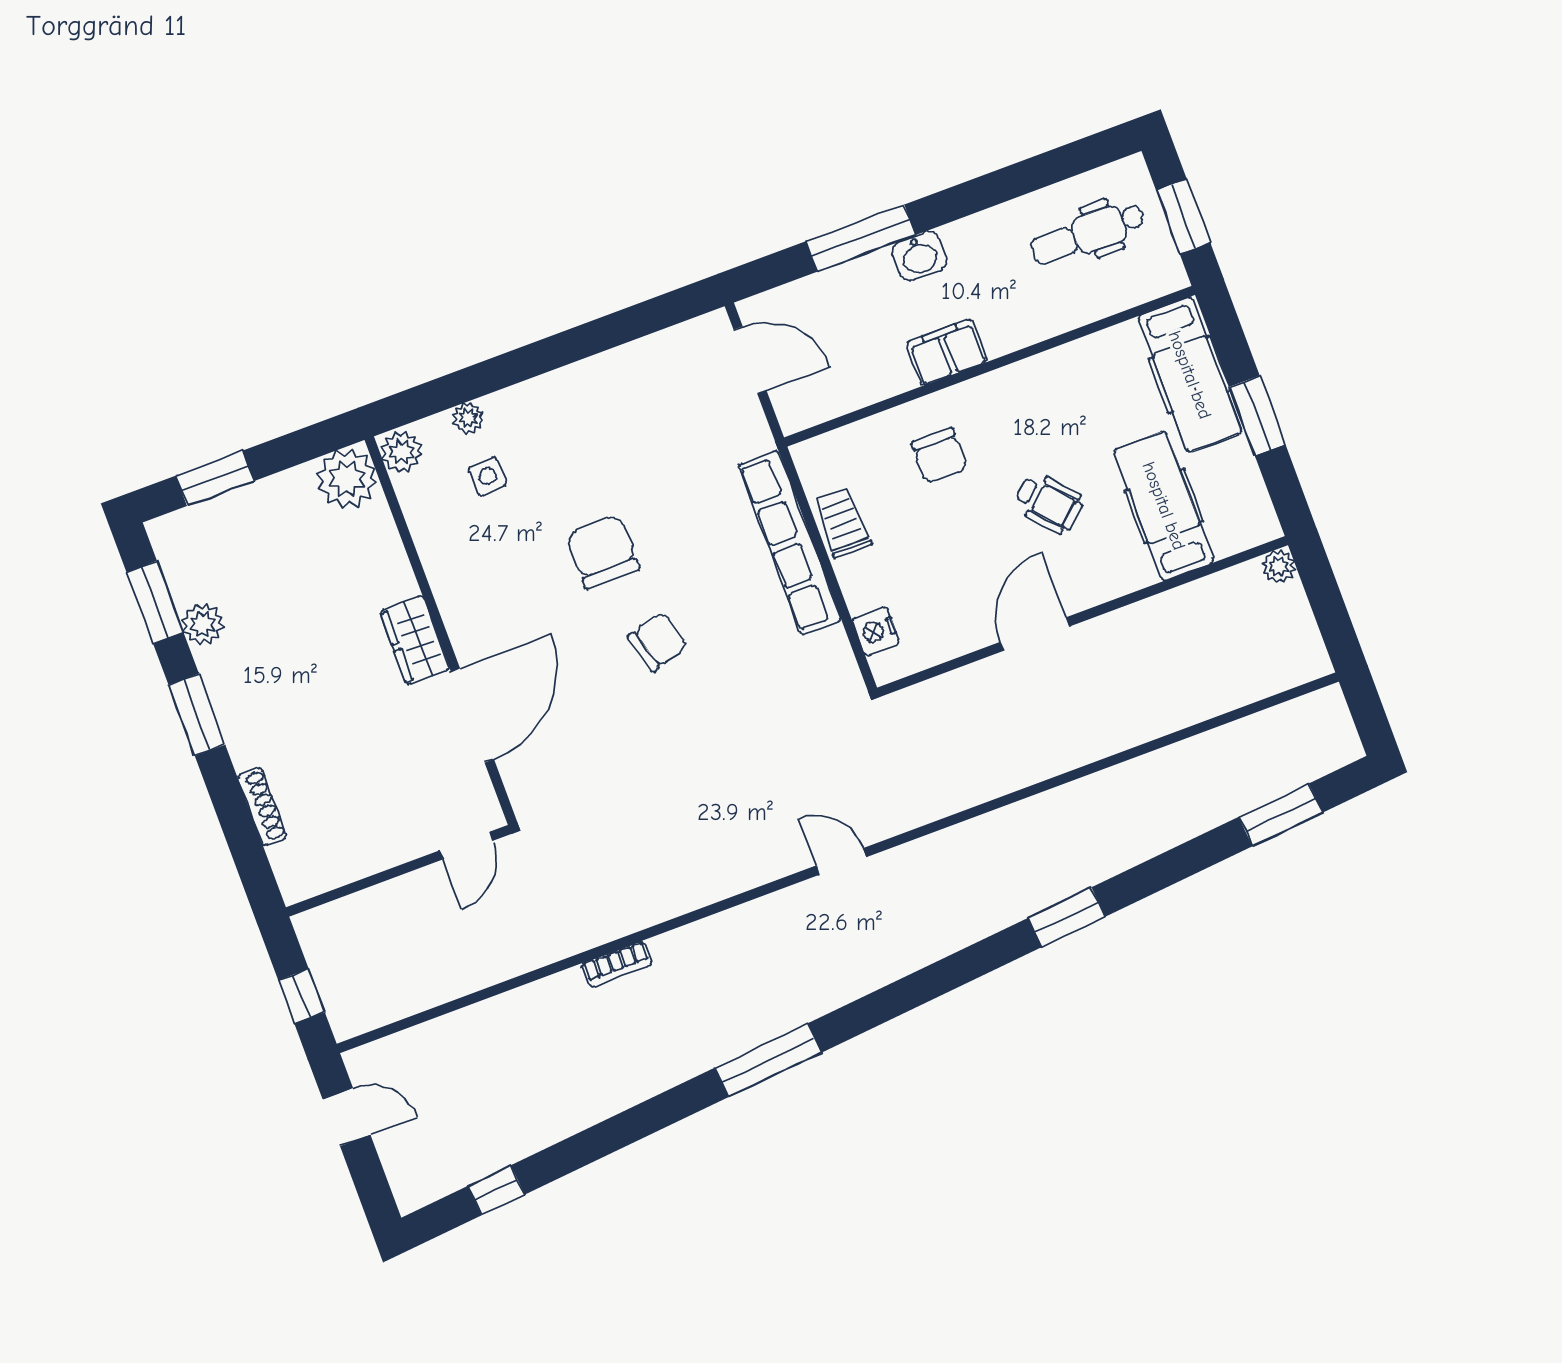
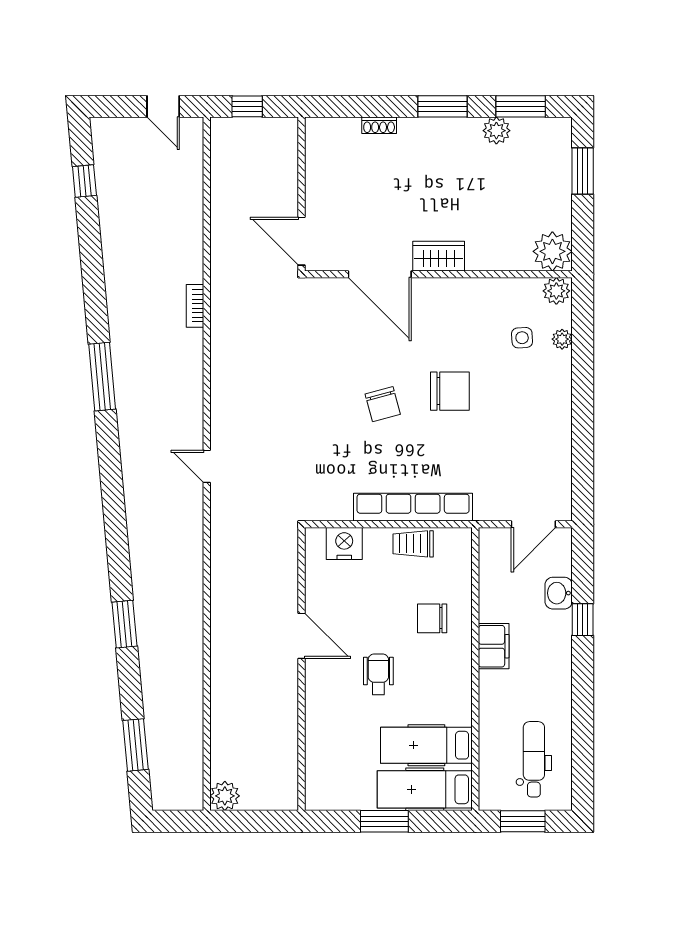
window: (861, 238) -> (583, 620), width x0.46
washbasin: (919, 256) -> (559, 593), moved
wheelchair: (1049, 503) -> (378, 674), turned 131
hospital bed: (1164, 506) -> (426, 745), moved, turned 180
trolley: (843, 523) -> (413, 544), turned 180
plant: (1278, 566) -> (225, 796), moved, width x1.38, depth x1.38
nightstand: (876, 631) -> (344, 544), width x1.36, depth x1.33
shoe rack: (262, 807) -> (379, 125), width x0.70
door: (466, 846) -> (302, 241), width x1.38
door: (841, 861) -> (207, 466), swing flipped
window: (1067, 917) -> (125, 624), moved
door: (346, 1117) -> (163, 106), hinge flipped

